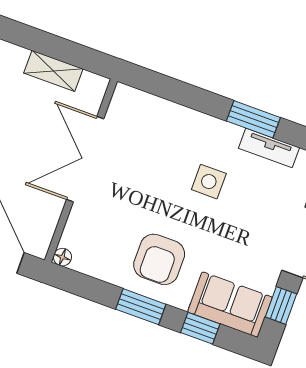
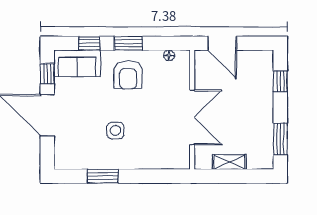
tv unit: (269, 148) -> (88, 163), removed
floor lamp: (62, 257) -> (169, 55), moved
armchair: (159, 259) -> (128, 75), turned 180

